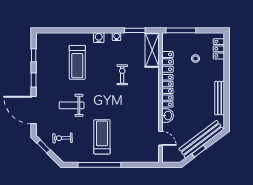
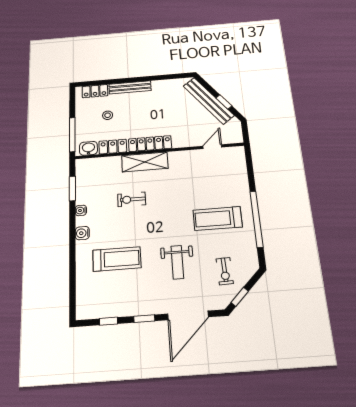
shelving: (152, 50) -> (145, 162), moved
bench: (220, 98) -> (130, 87), moved
washbasin: (168, 116) -> (88, 148), moved

